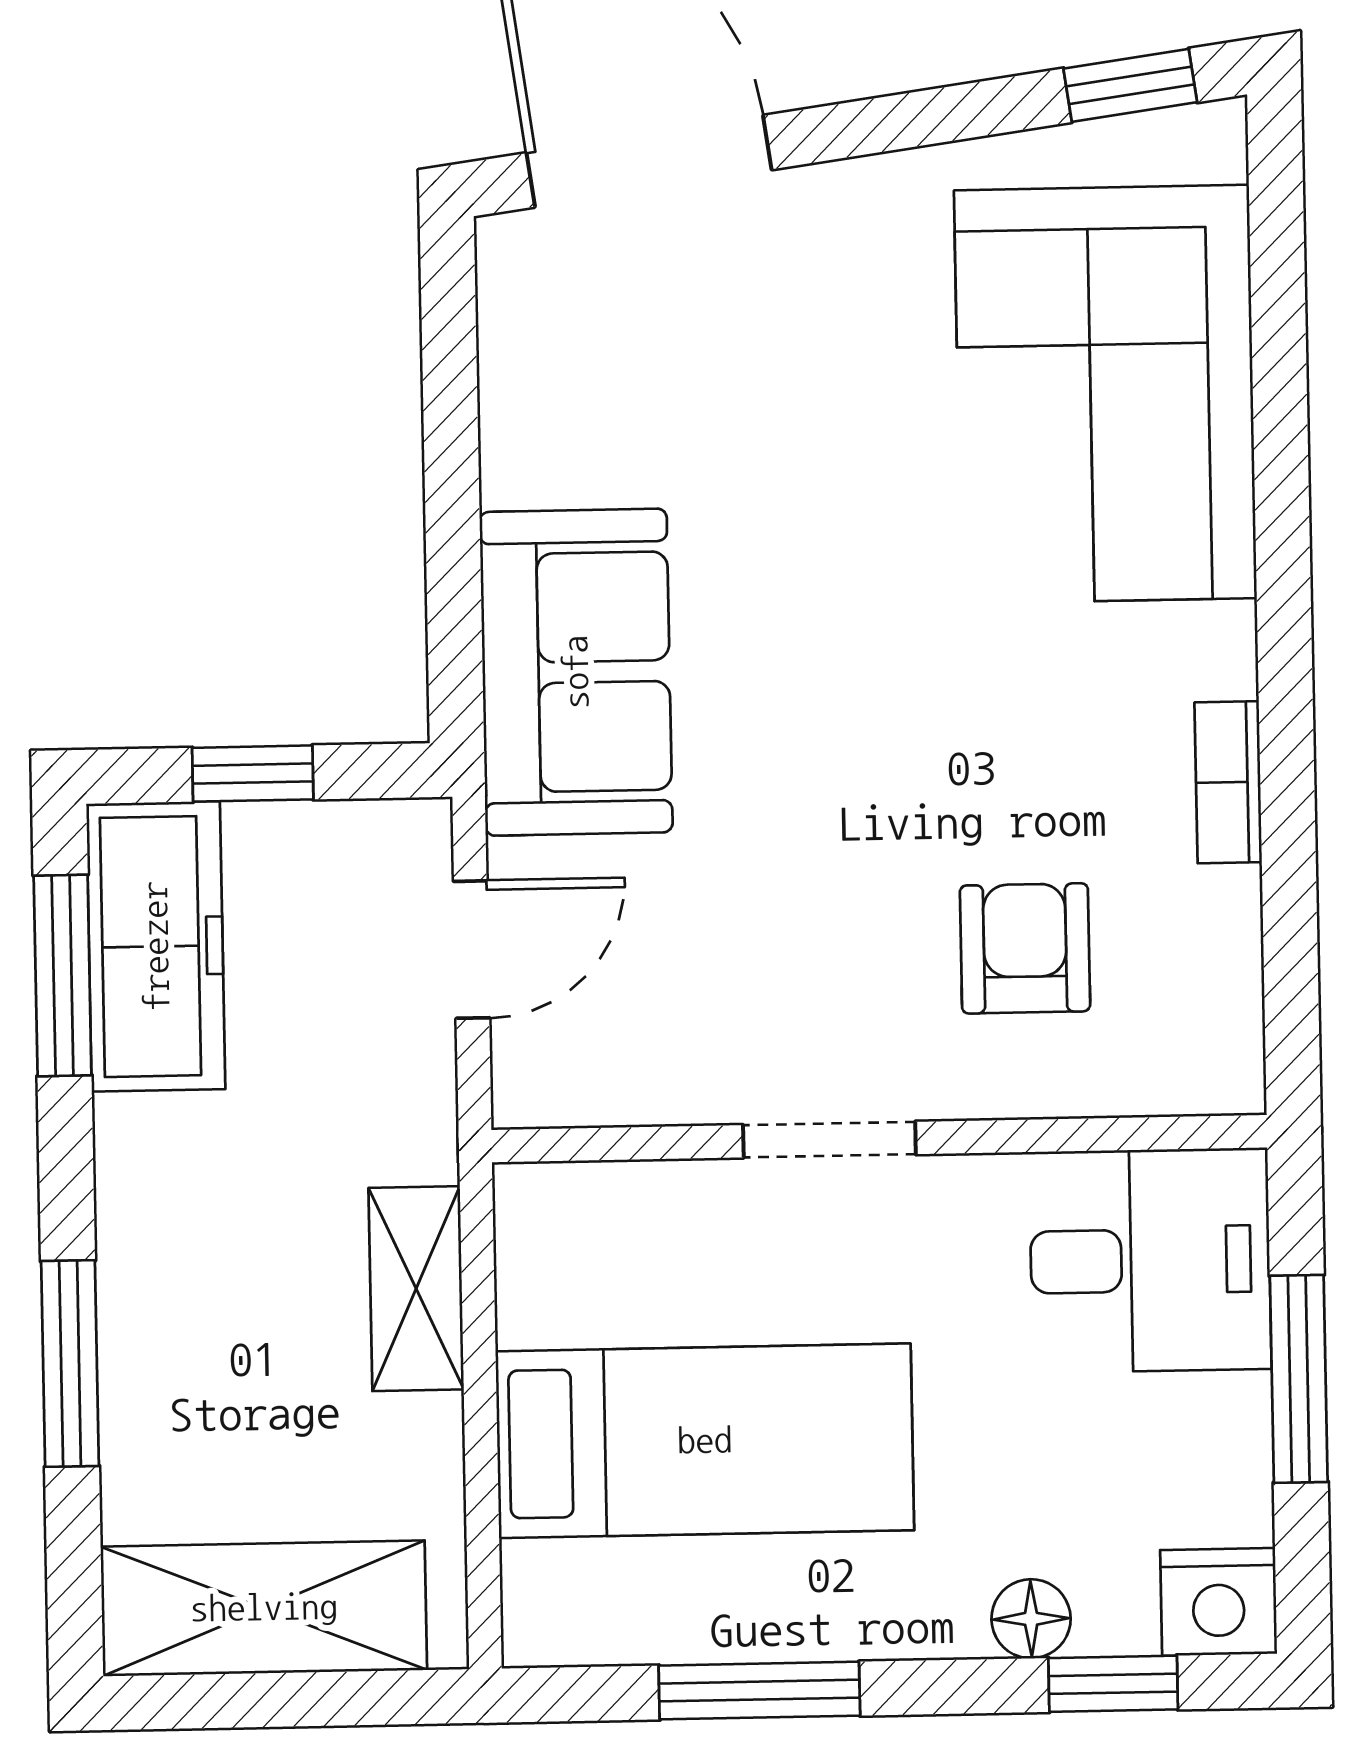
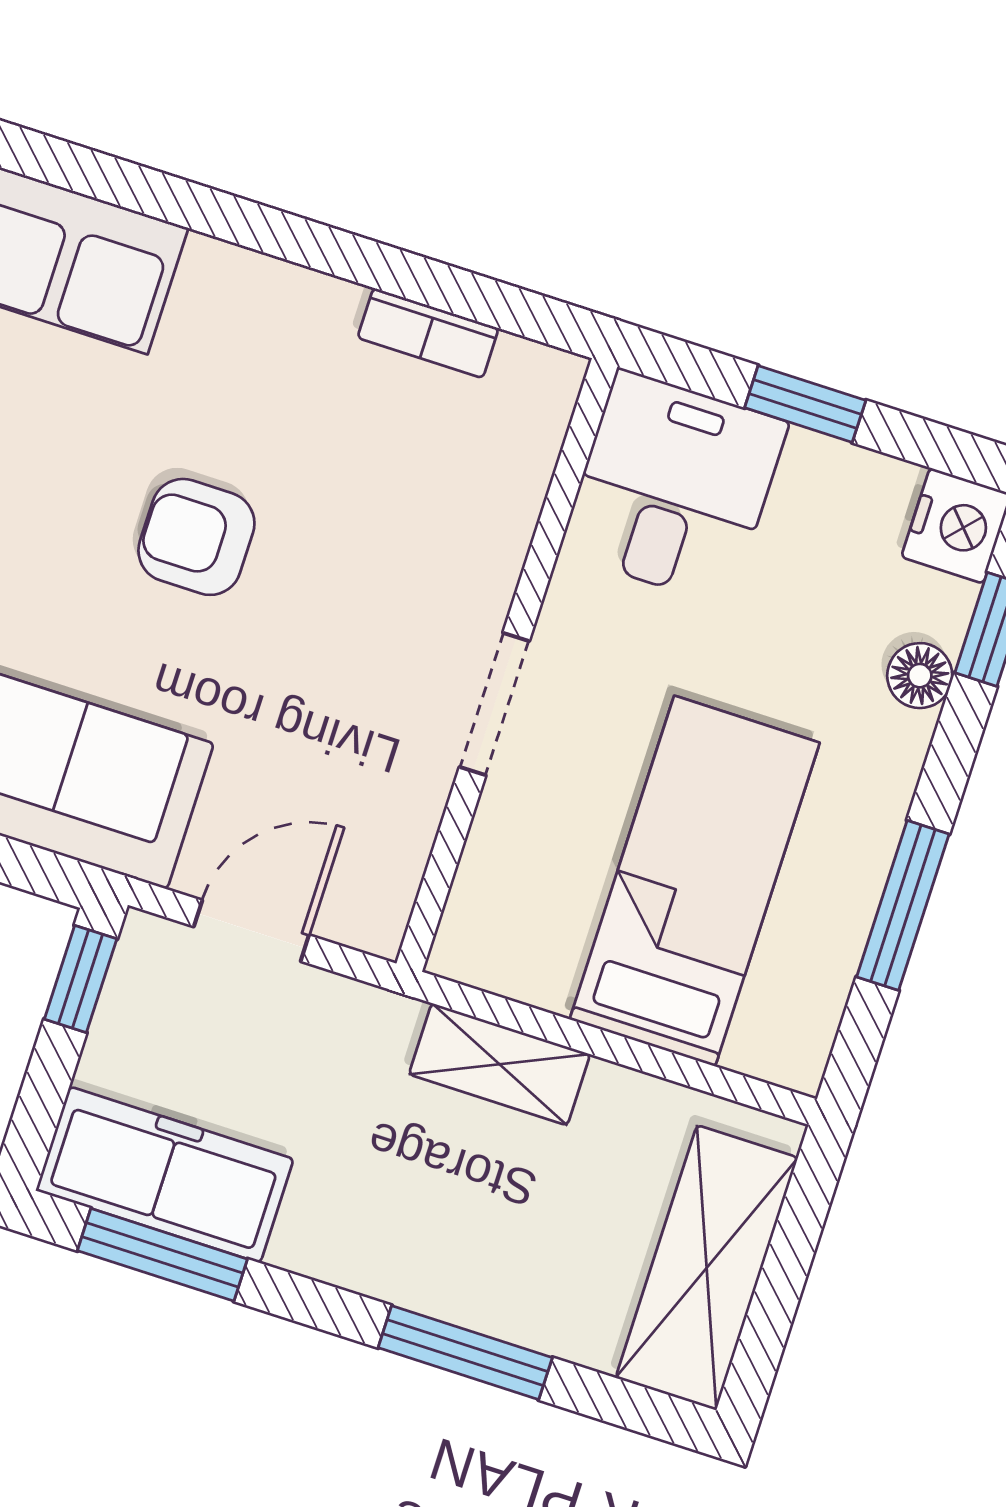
window: (253, 774) -> (81, 979), moved
bookcase: (1228, 782) -> (428, 333), moved
armchair: (1025, 948) -> (196, 537), moved
door: (472, 950) -> (251, 931), hinge flipped
window: (1299, 1379) -> (805, 404), width x0.67

